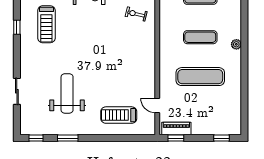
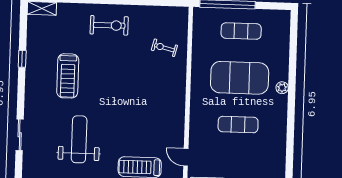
treadmill: (46, 24) -> (68, 76), moved
exercise mat: (200, 37) -> (240, 78), width x2.00, depth x1.45
exercise mat: (200, 77) -> (238, 125), width x0.73, depth x0.69

